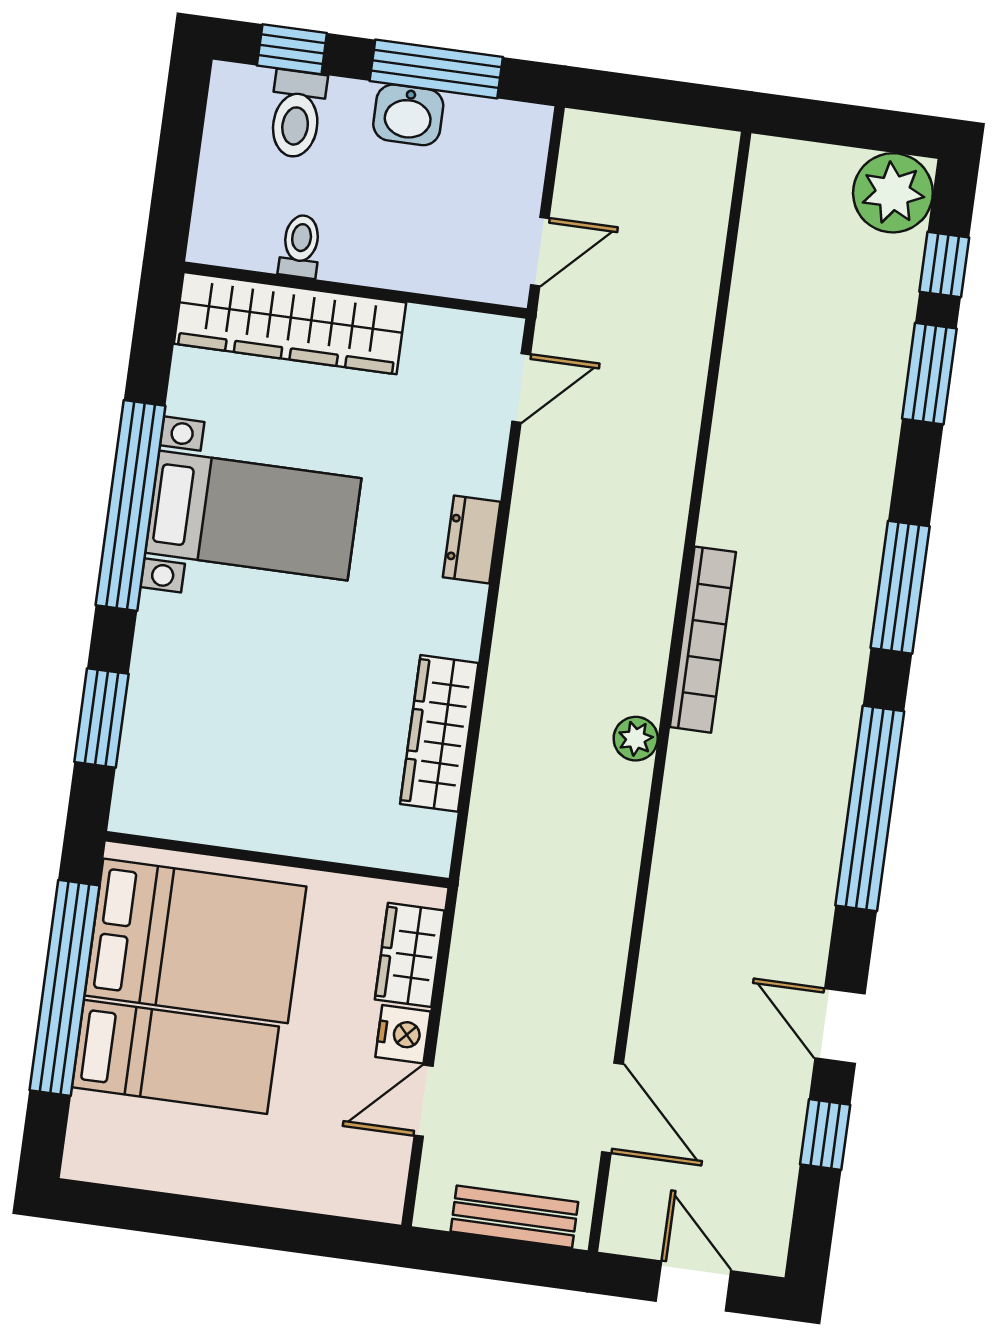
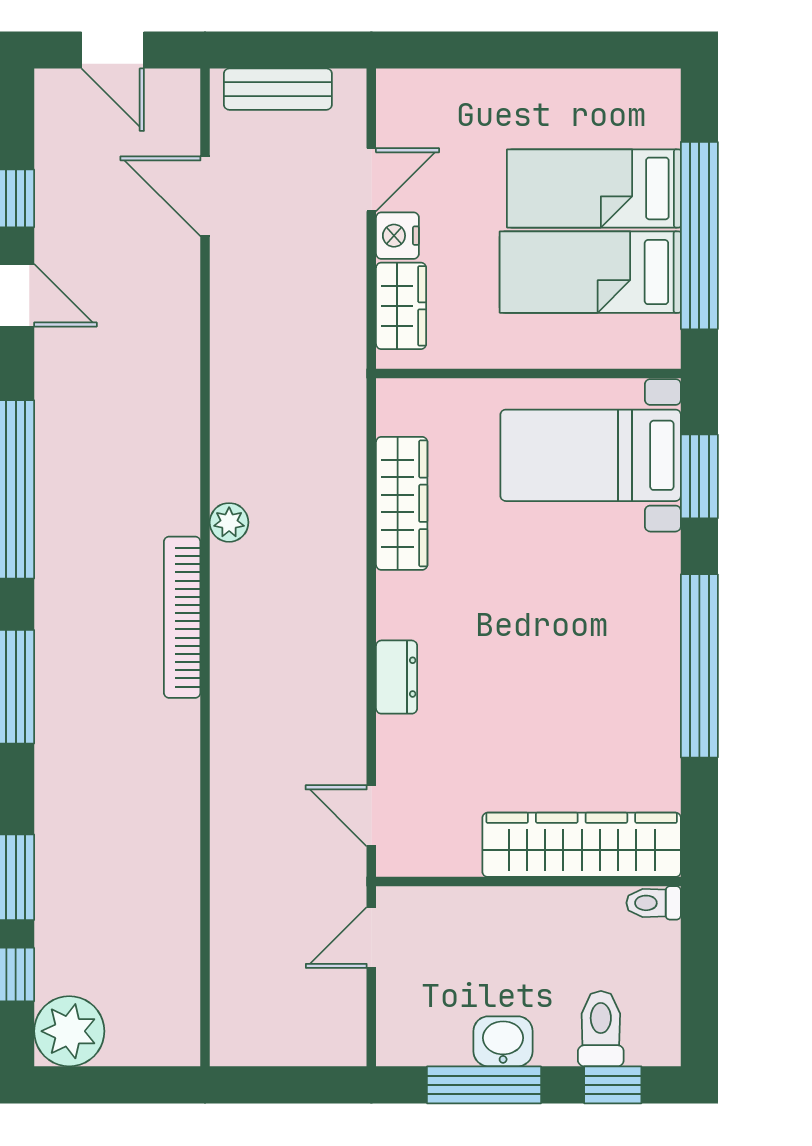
toilet: (300, 246) -> (654, 903), moved, turned 90
door: (521, 388) -> (371, 816), hinge flipped
bed with nightstands: (253, 516) -> (591, 455), moved
bed: (195, 941) -> (590, 272), width x0.67

